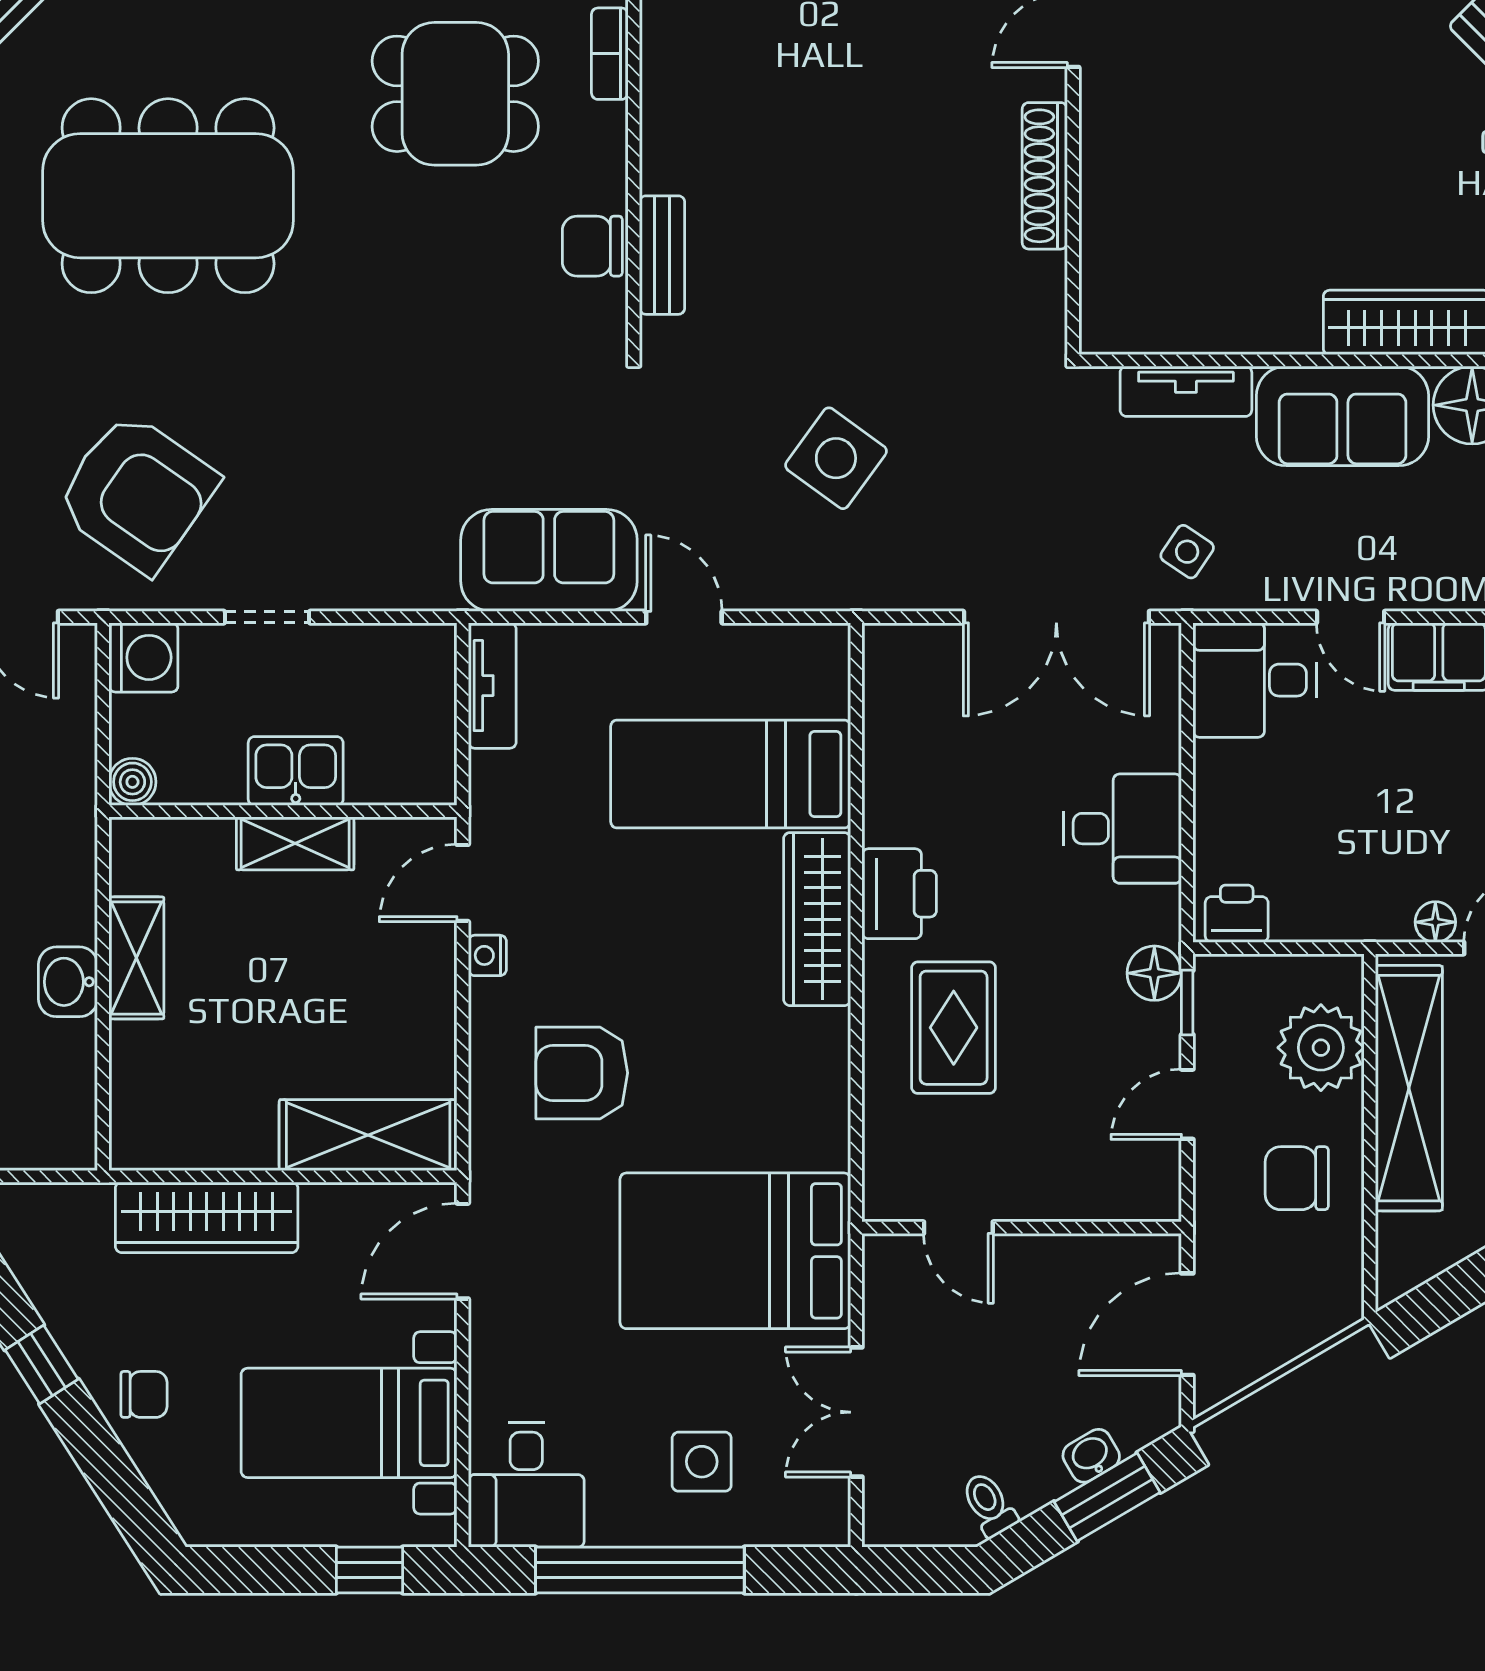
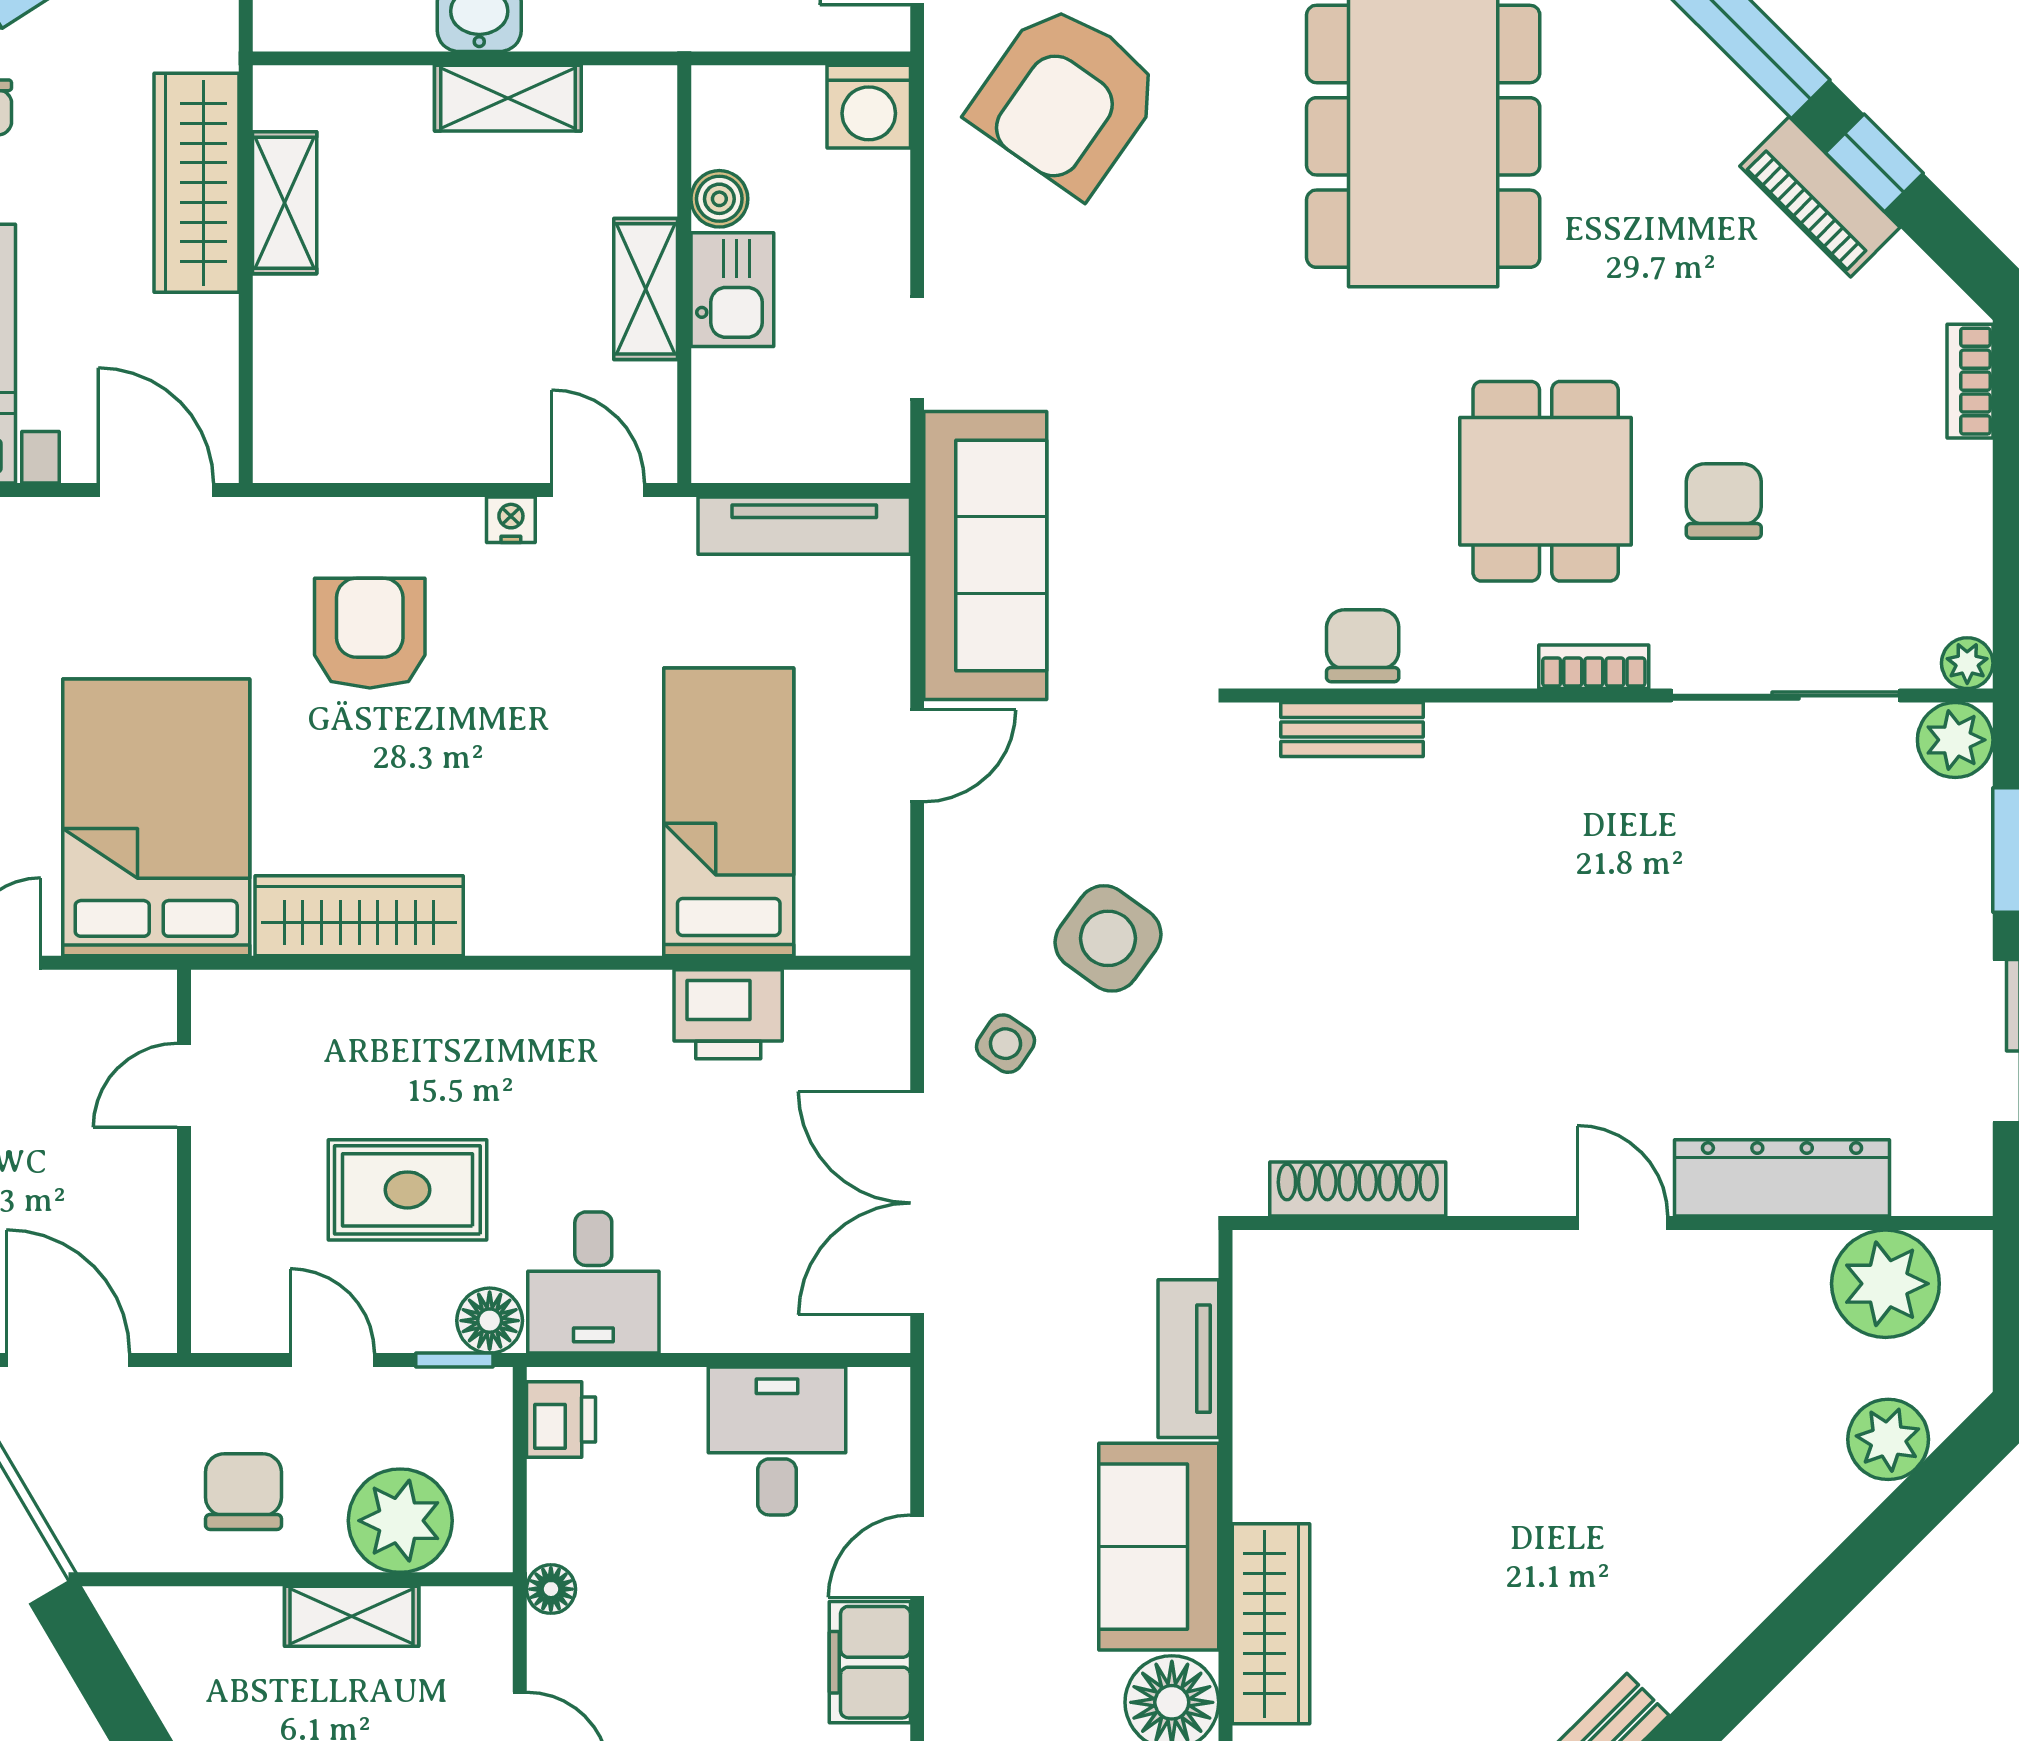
shoe rack: (1045, 176) -> (1358, 1189), moved
side table: (1187, 552) -> (1006, 1044), moved
sofa: (549, 560) -> (985, 555), width x1.36
doorway: (267, 617) -> (917, 348), moved
desk: (1255, 680) -> (777, 1441), moved
tv unit: (492, 686) -> (804, 526), width x1.41
boiler: (132, 782) -> (719, 199), moved
desk: (1123, 829) -> (593, 1283), moved
printer: (899, 894) -> (728, 1014), moved
wardrobe: (817, 919) -> (359, 916), moved
floor lamp: (1435, 922) -> (551, 1589), moved
rug: (954, 1028) -> (407, 1190), moved
shelving: (1409, 1088) -> (352, 1616), width x0.45, depth x0.75
shelving: (368, 1135) -> (285, 203), moved, width x0.67, depth x0.75

